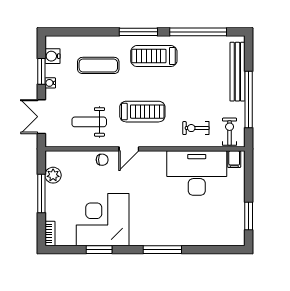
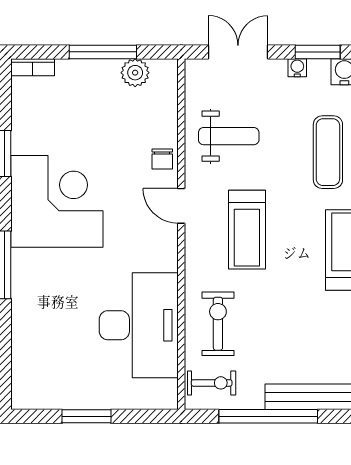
weight bench: (89, 122) -> (229, 136), turned 90
exercise bike: (196, 128) -> (218, 324), width x1.38, depth x1.39
filing cabinet: (234, 159) -> (163, 391), removed
window: (249, 216) -> (86, 416), moved
corner desk: (103, 220) -> (57, 201), moved

